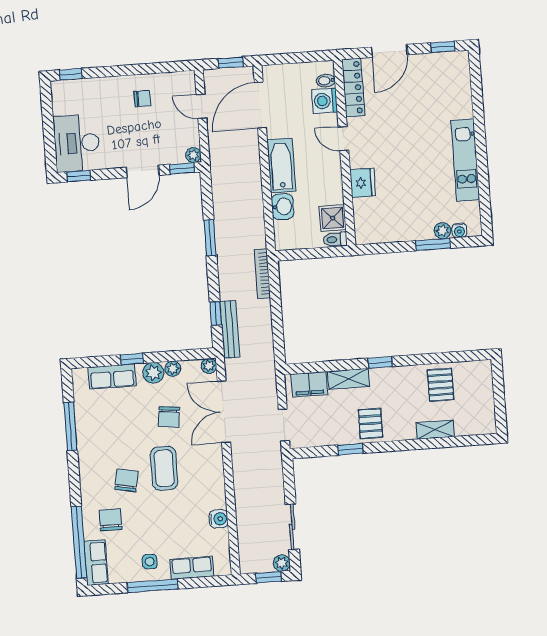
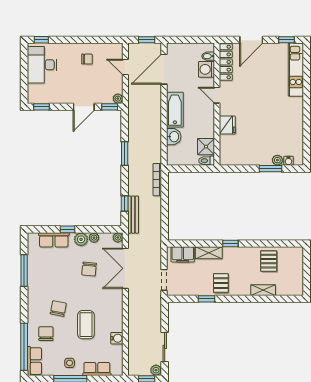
desk: (77, 143) -> (42, 65), moved
kitchen unit: (465, 160) -> (296, 70), moved
coffee table: (164, 468) -> (86, 325), moved

